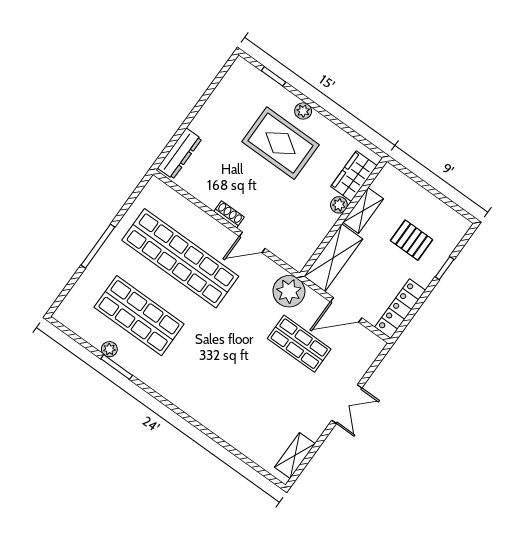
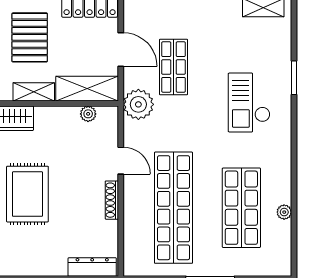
plant: (339, 205) -> (88, 114), moved
shoe rack: (229, 214) -> (112, 200), width x1.43
pallet: (412, 240) -> (30, 37), width x1.50, depth x1.42
window: (117, 367) -> (294, 78), moved
checkout: (223, 386) -> (249, 103), added

